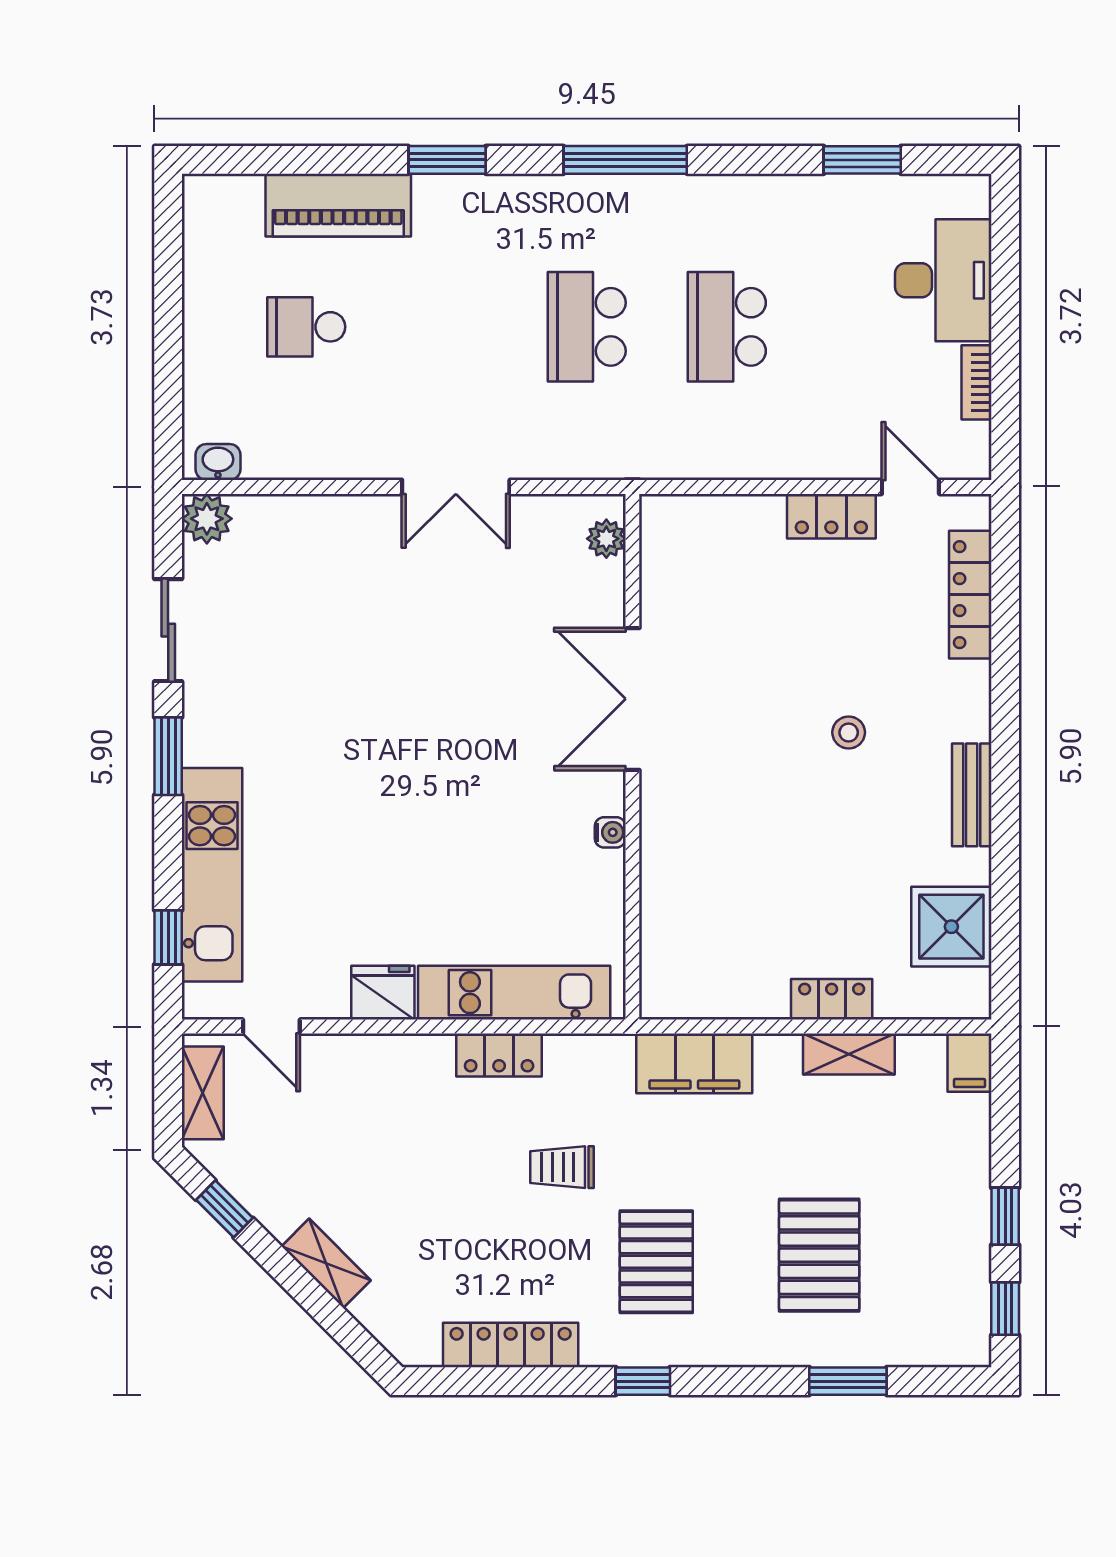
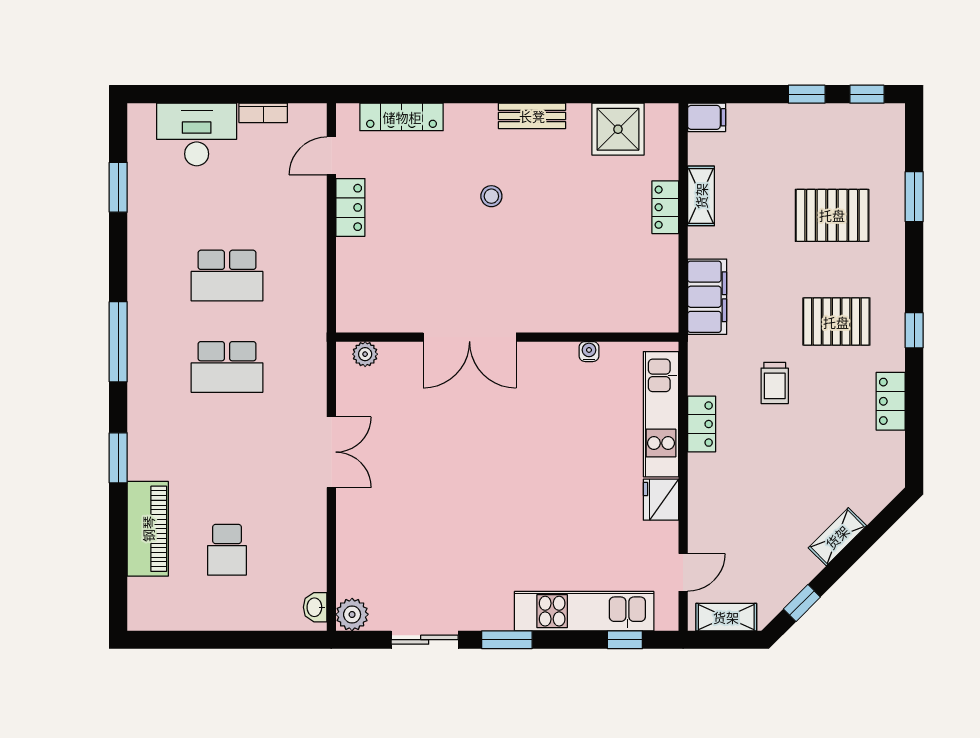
water cooler: (610, 832) -> (589, 352), moved
locker: (511, 1345) -> (891, 401), width x0.66

